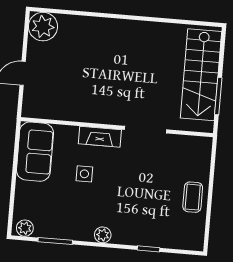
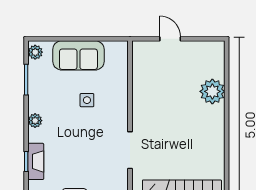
plant: (43, 27) -> (212, 91), moved
fireplace: (100, 137) -> (36, 161), moved, turned 180
sofa: (35, 152) -> (78, 55), moved

